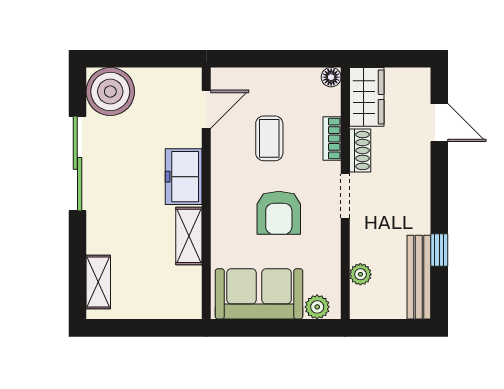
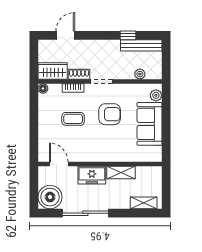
door: (206, 109) -> (59, 164), moved
freezer: (184, 177) -> (92, 175), moved
wall: (206, 193) -> (100, 164), moved
shelving: (189, 236) -> (121, 173), moved

